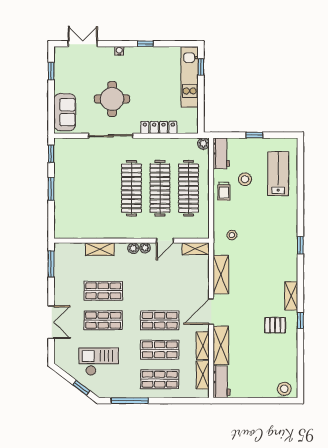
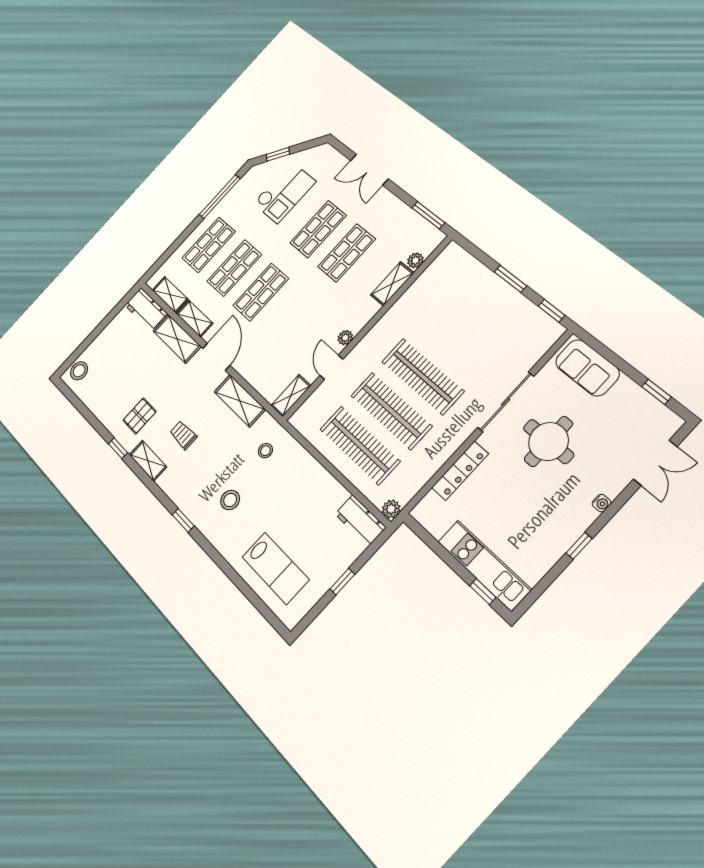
stool: (245, 179) -> (230, 500), moved
trolley: (224, 191) -> (183, 435), moved
plant: (133, 248) -> (415, 260), moved

